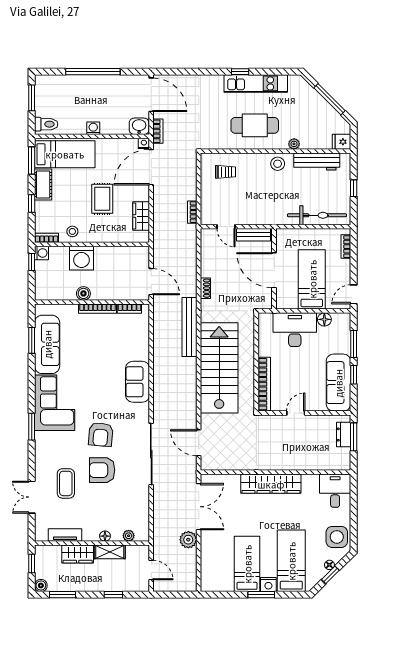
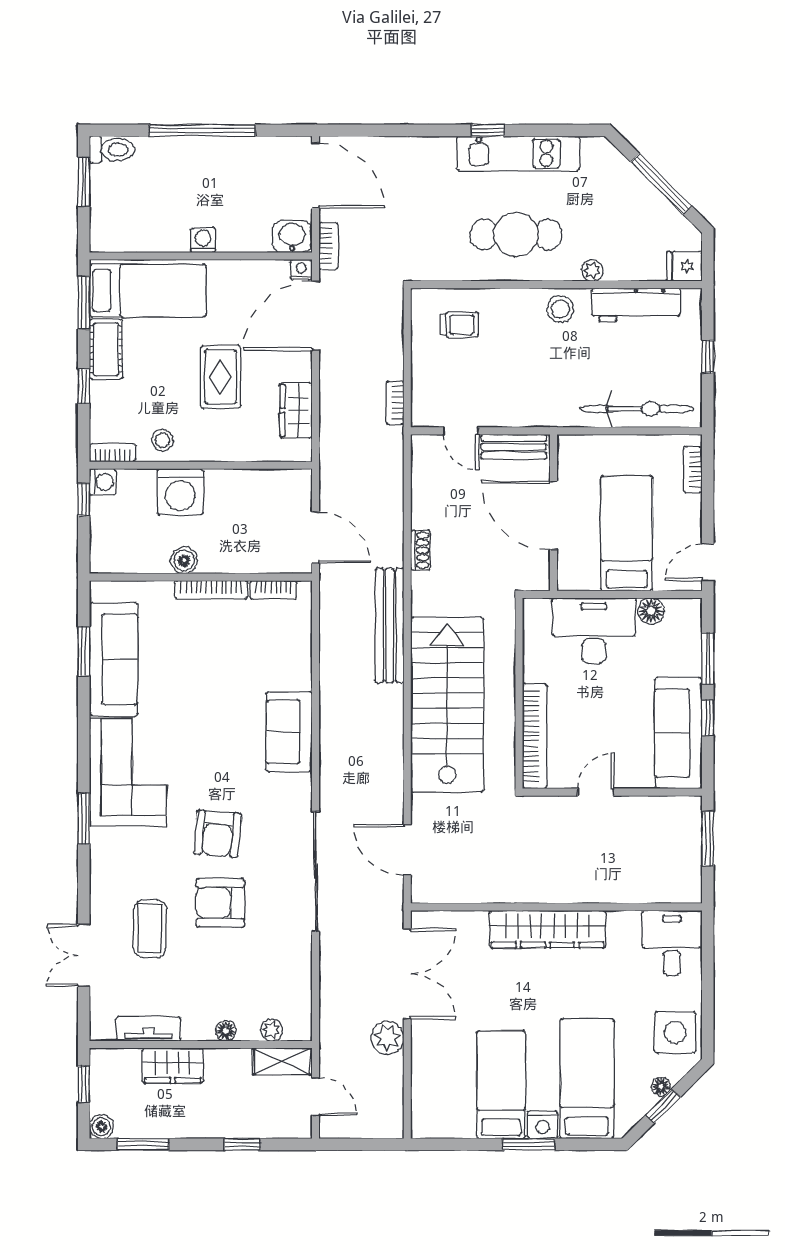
toilet: (46, 124) -> (112, 150), moved
dresser: (344, 435) -> (688, 834), removed
shelving: (110, 552) -> (282, 1061), moved

